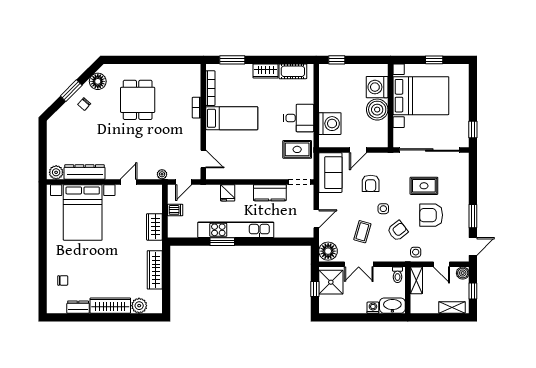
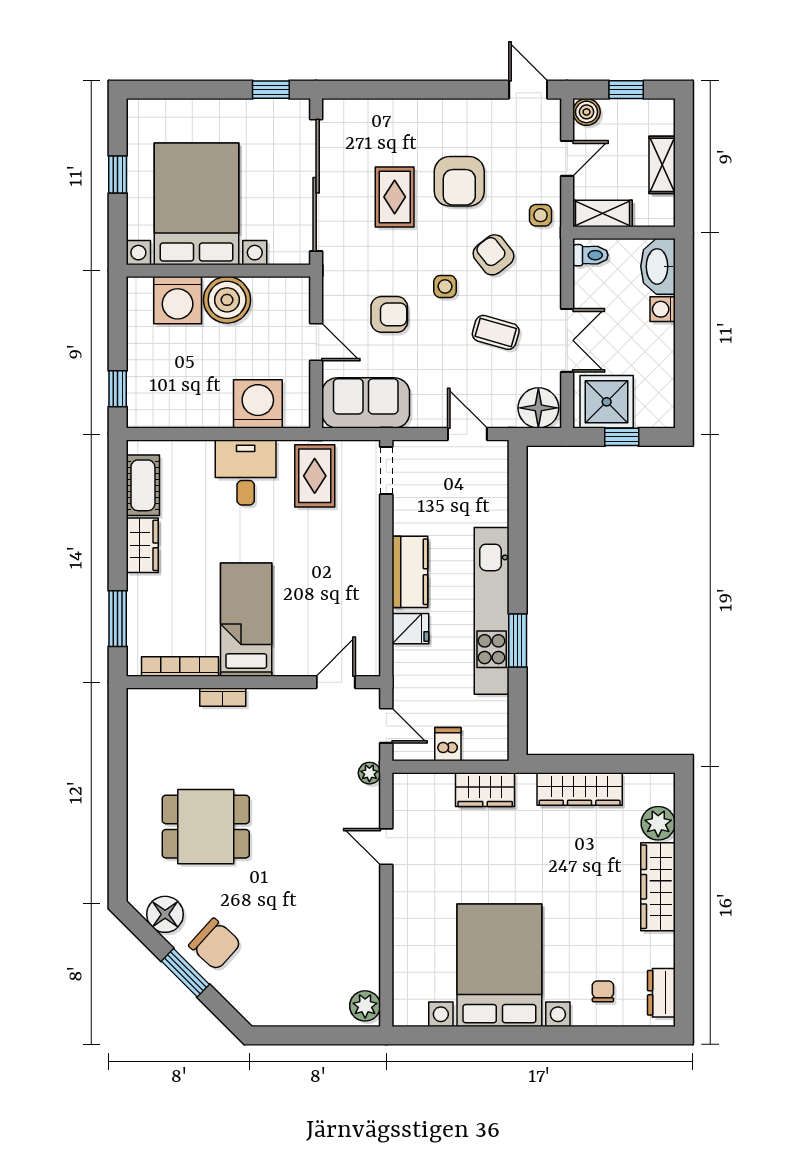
chair: (84, 104) -> (215, 944), width x1.87, depth x1.87
dresser: (85, 172) -> (364, 943), removed
kitchen counter: (270, 193) -> (410, 572), moved
bed with nightstands: (83, 212) -> (499, 965), moved, turned -90
window: (473, 216) -> (461, 90), removed
dresser: (78, 307) -> (661, 993), moved
shelving: (452, 307) -> (662, 165), moved

